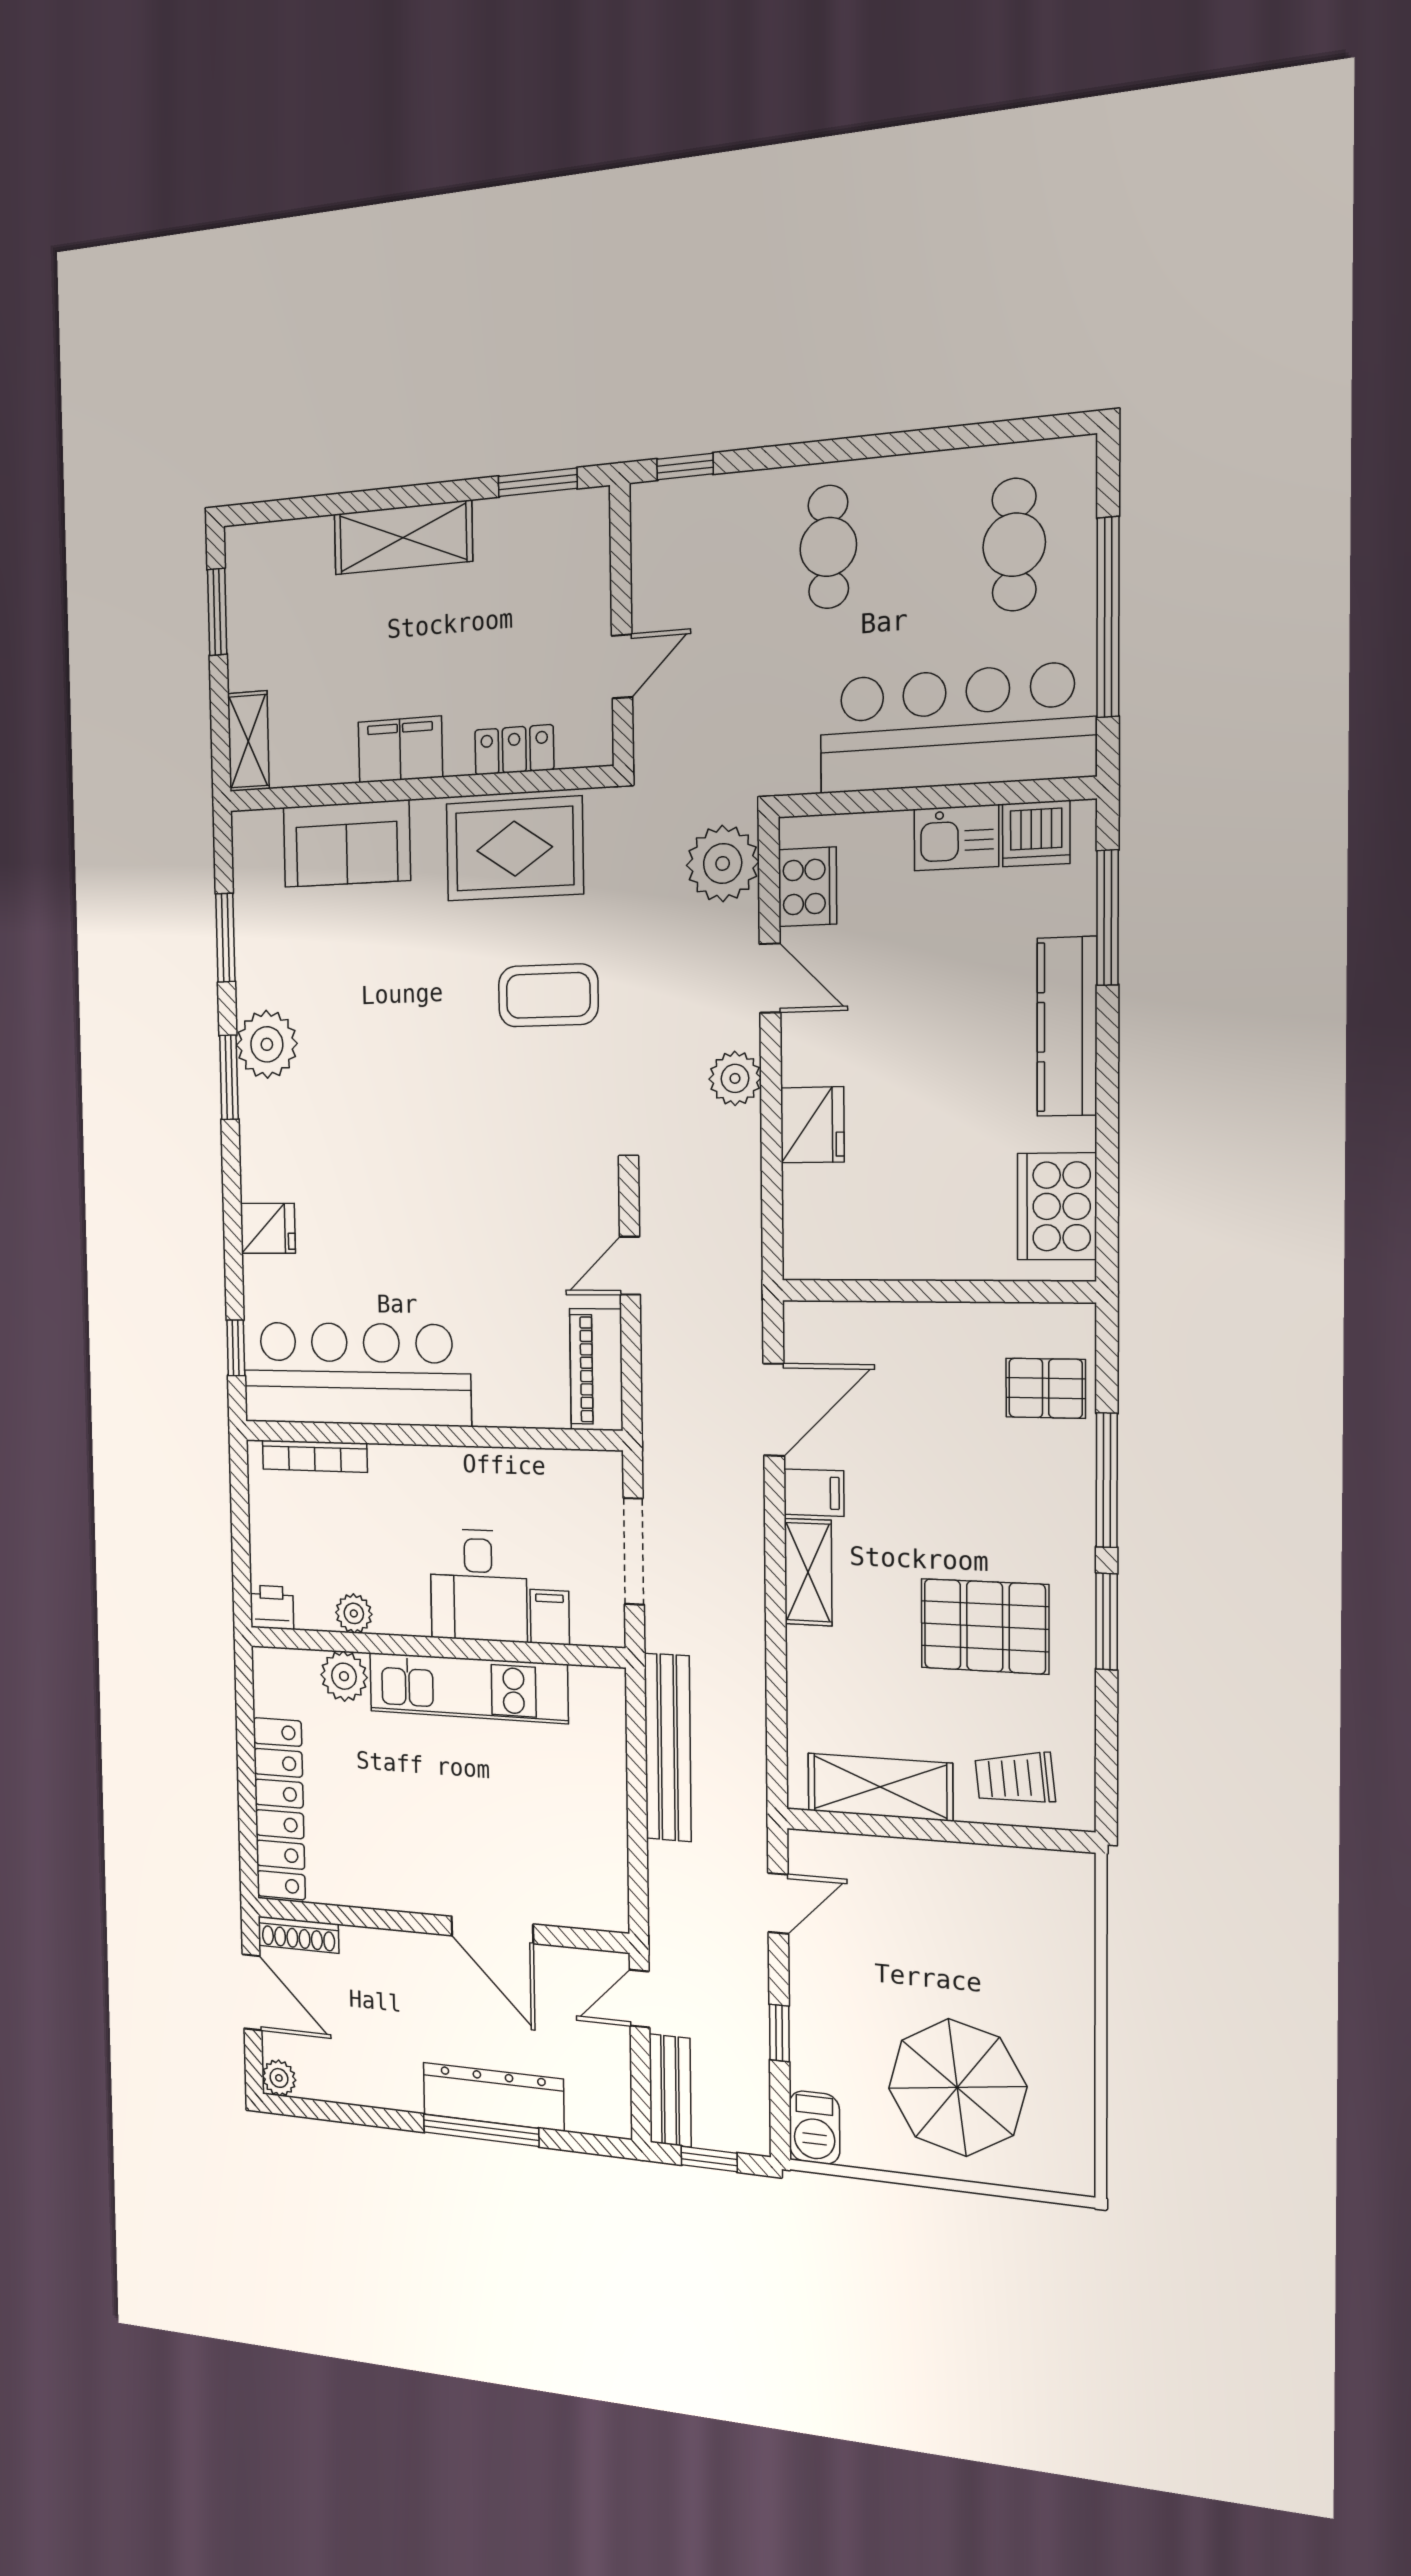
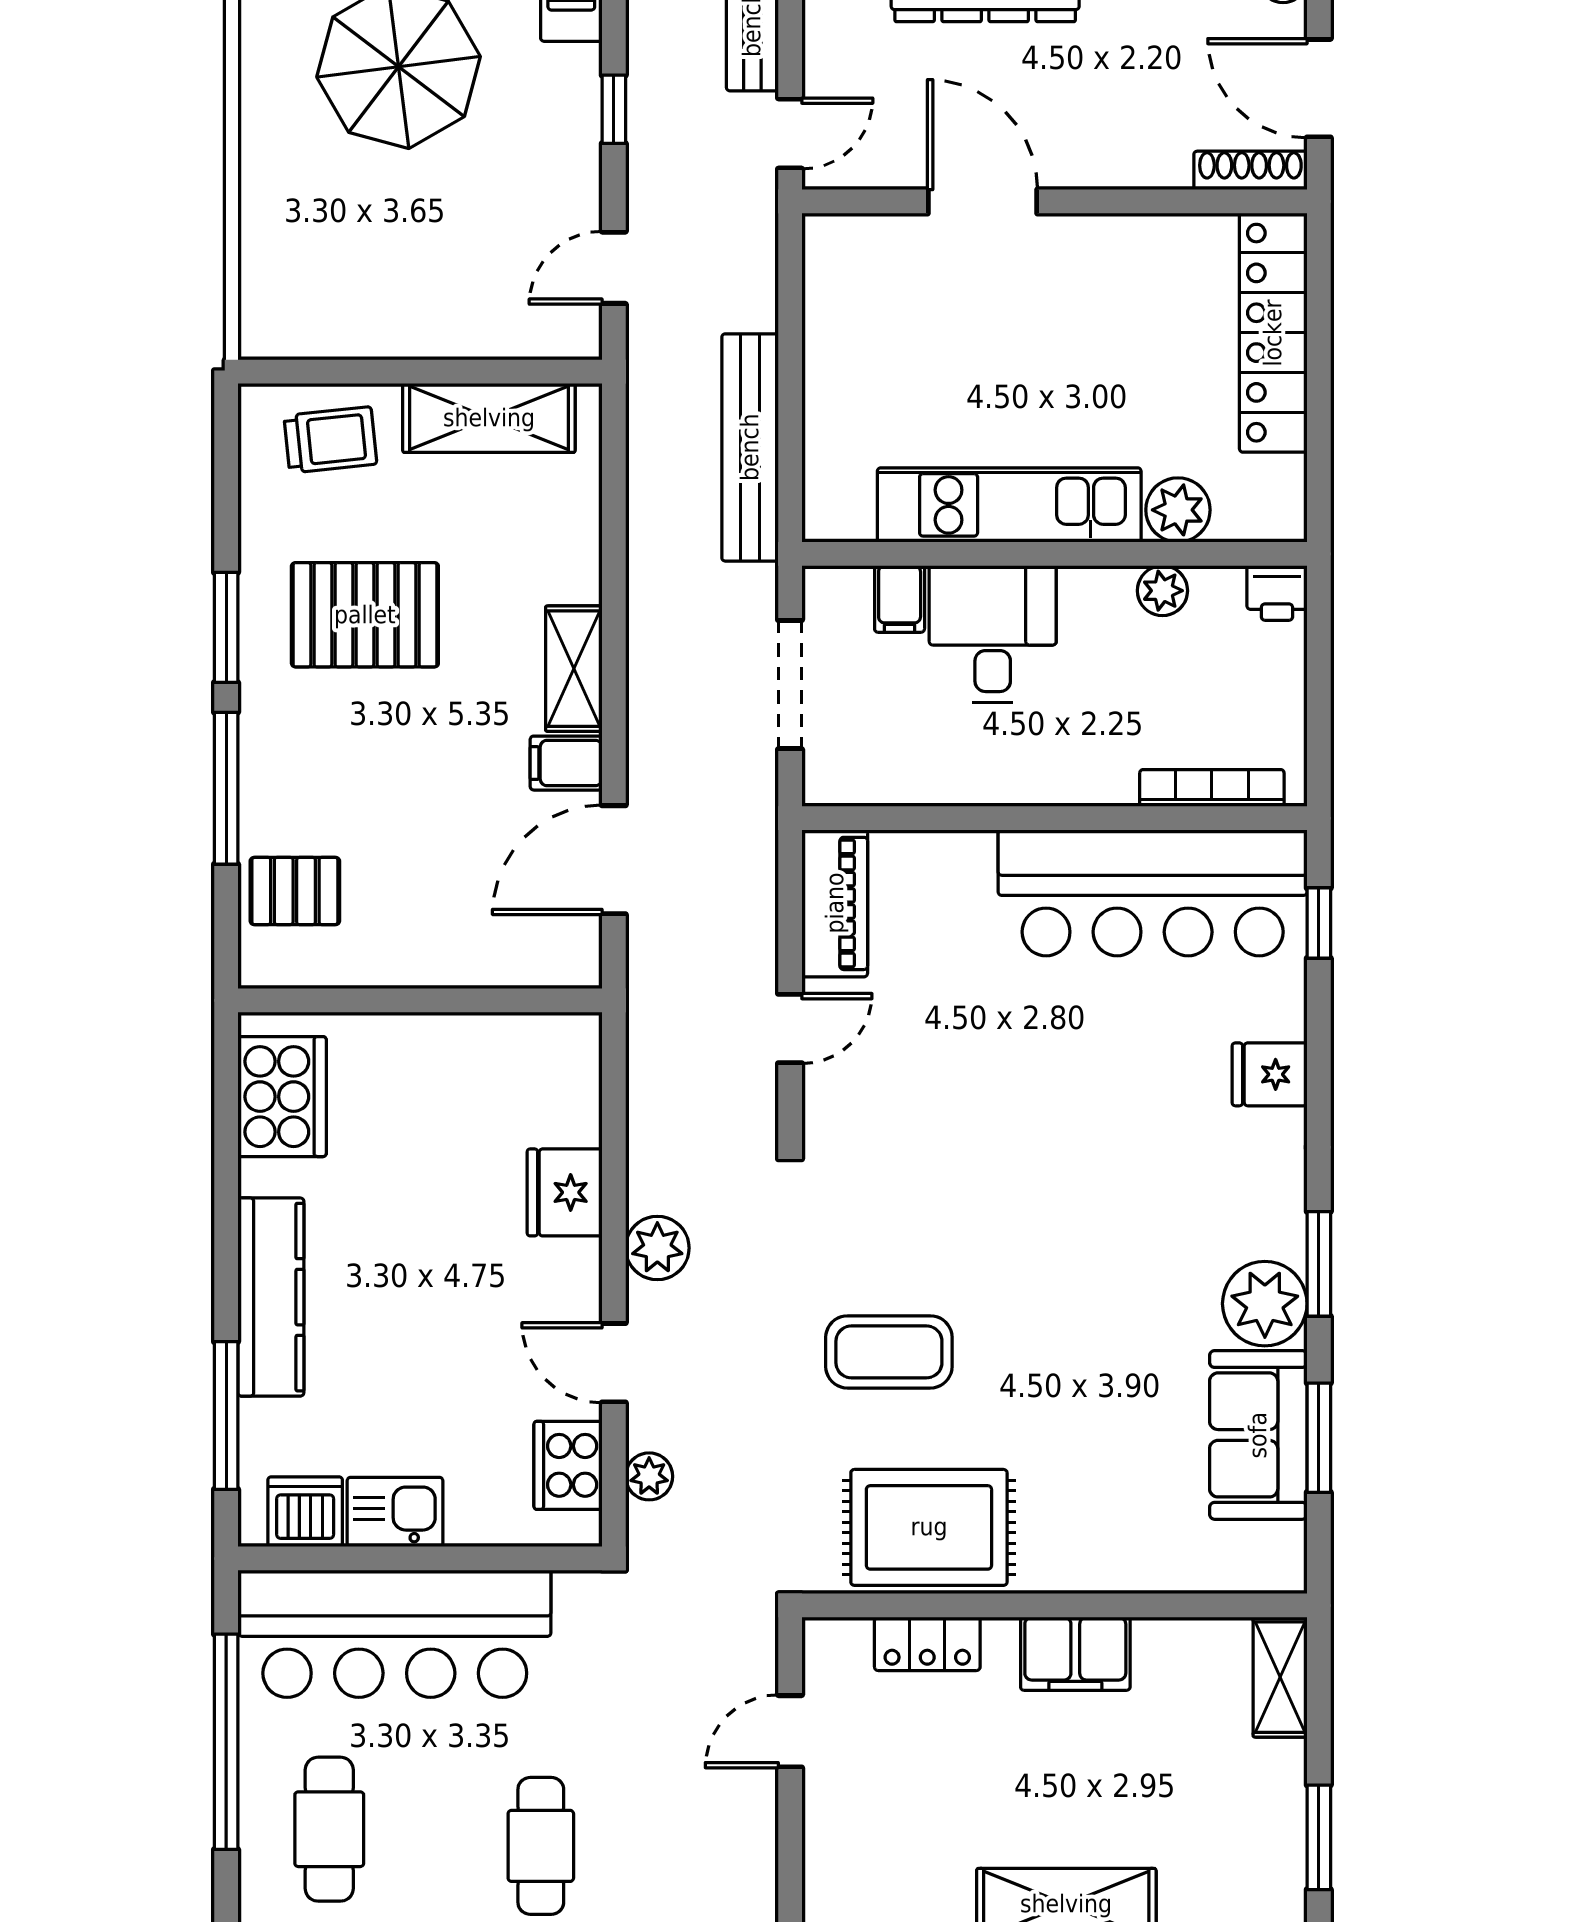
sofa: (347, 844) -> (1258, 1435), moved, turned -90
plant: (723, 863) -> (649, 1476), width x0.53, depth x0.53

